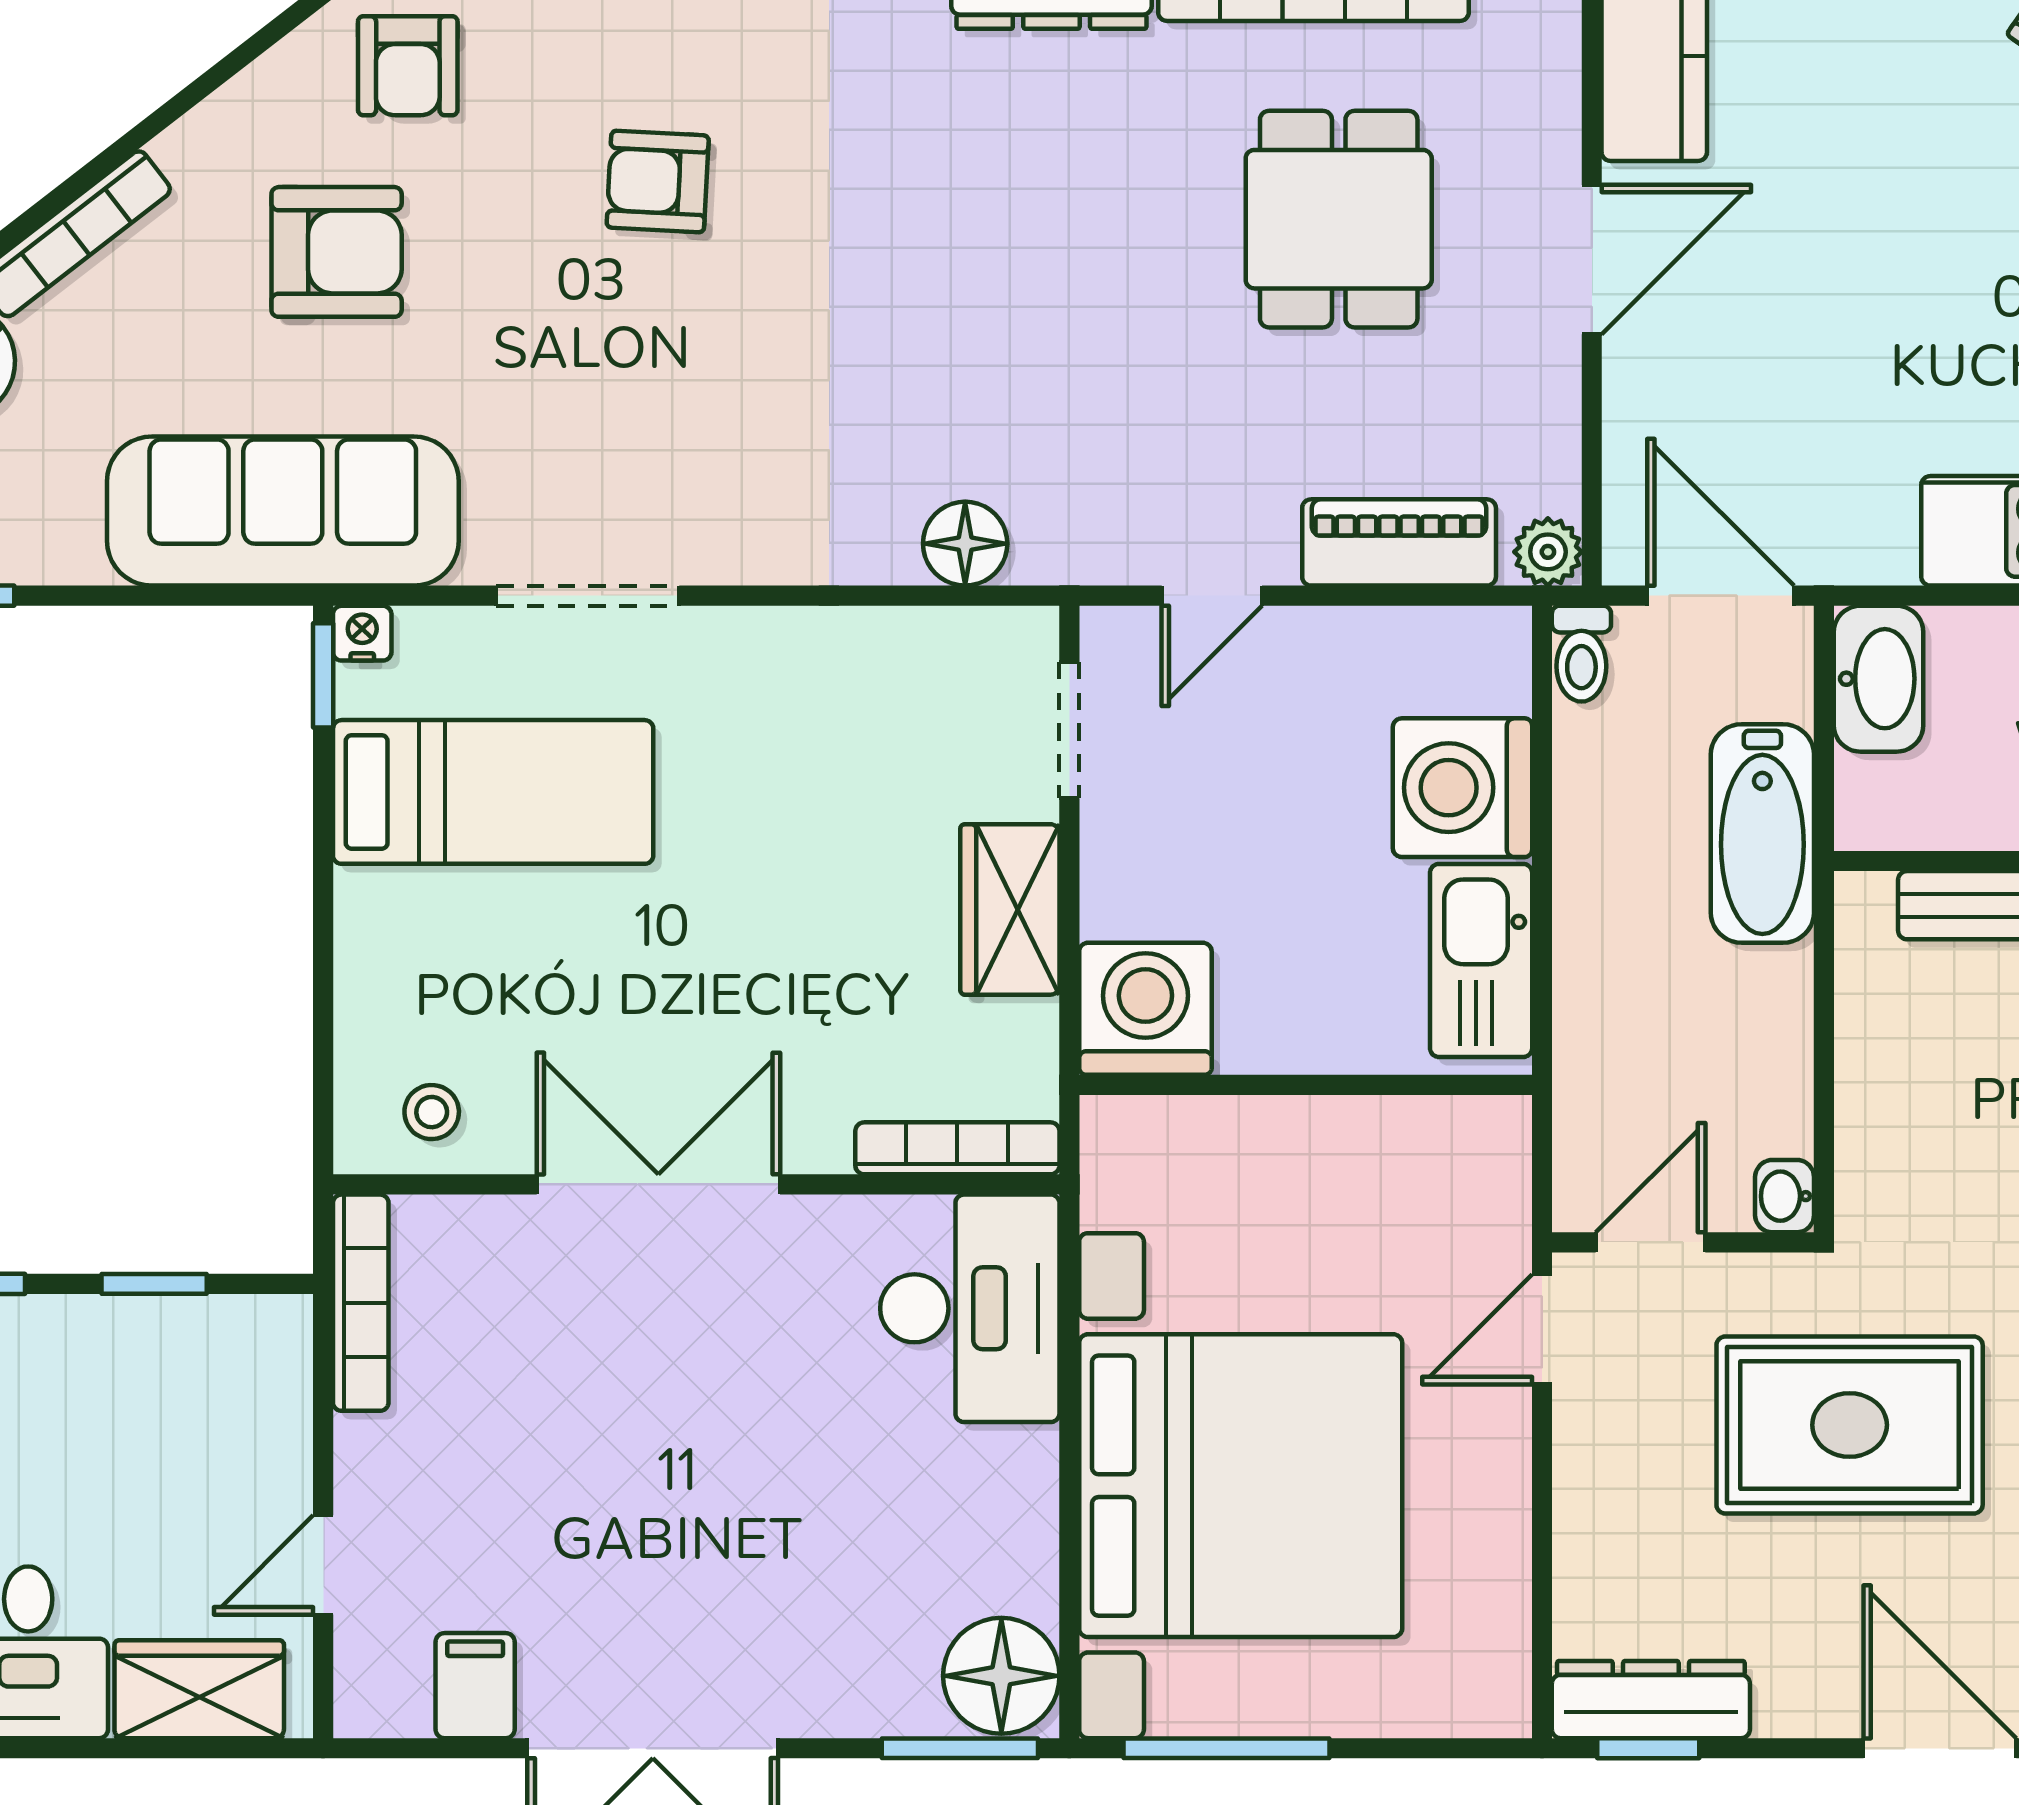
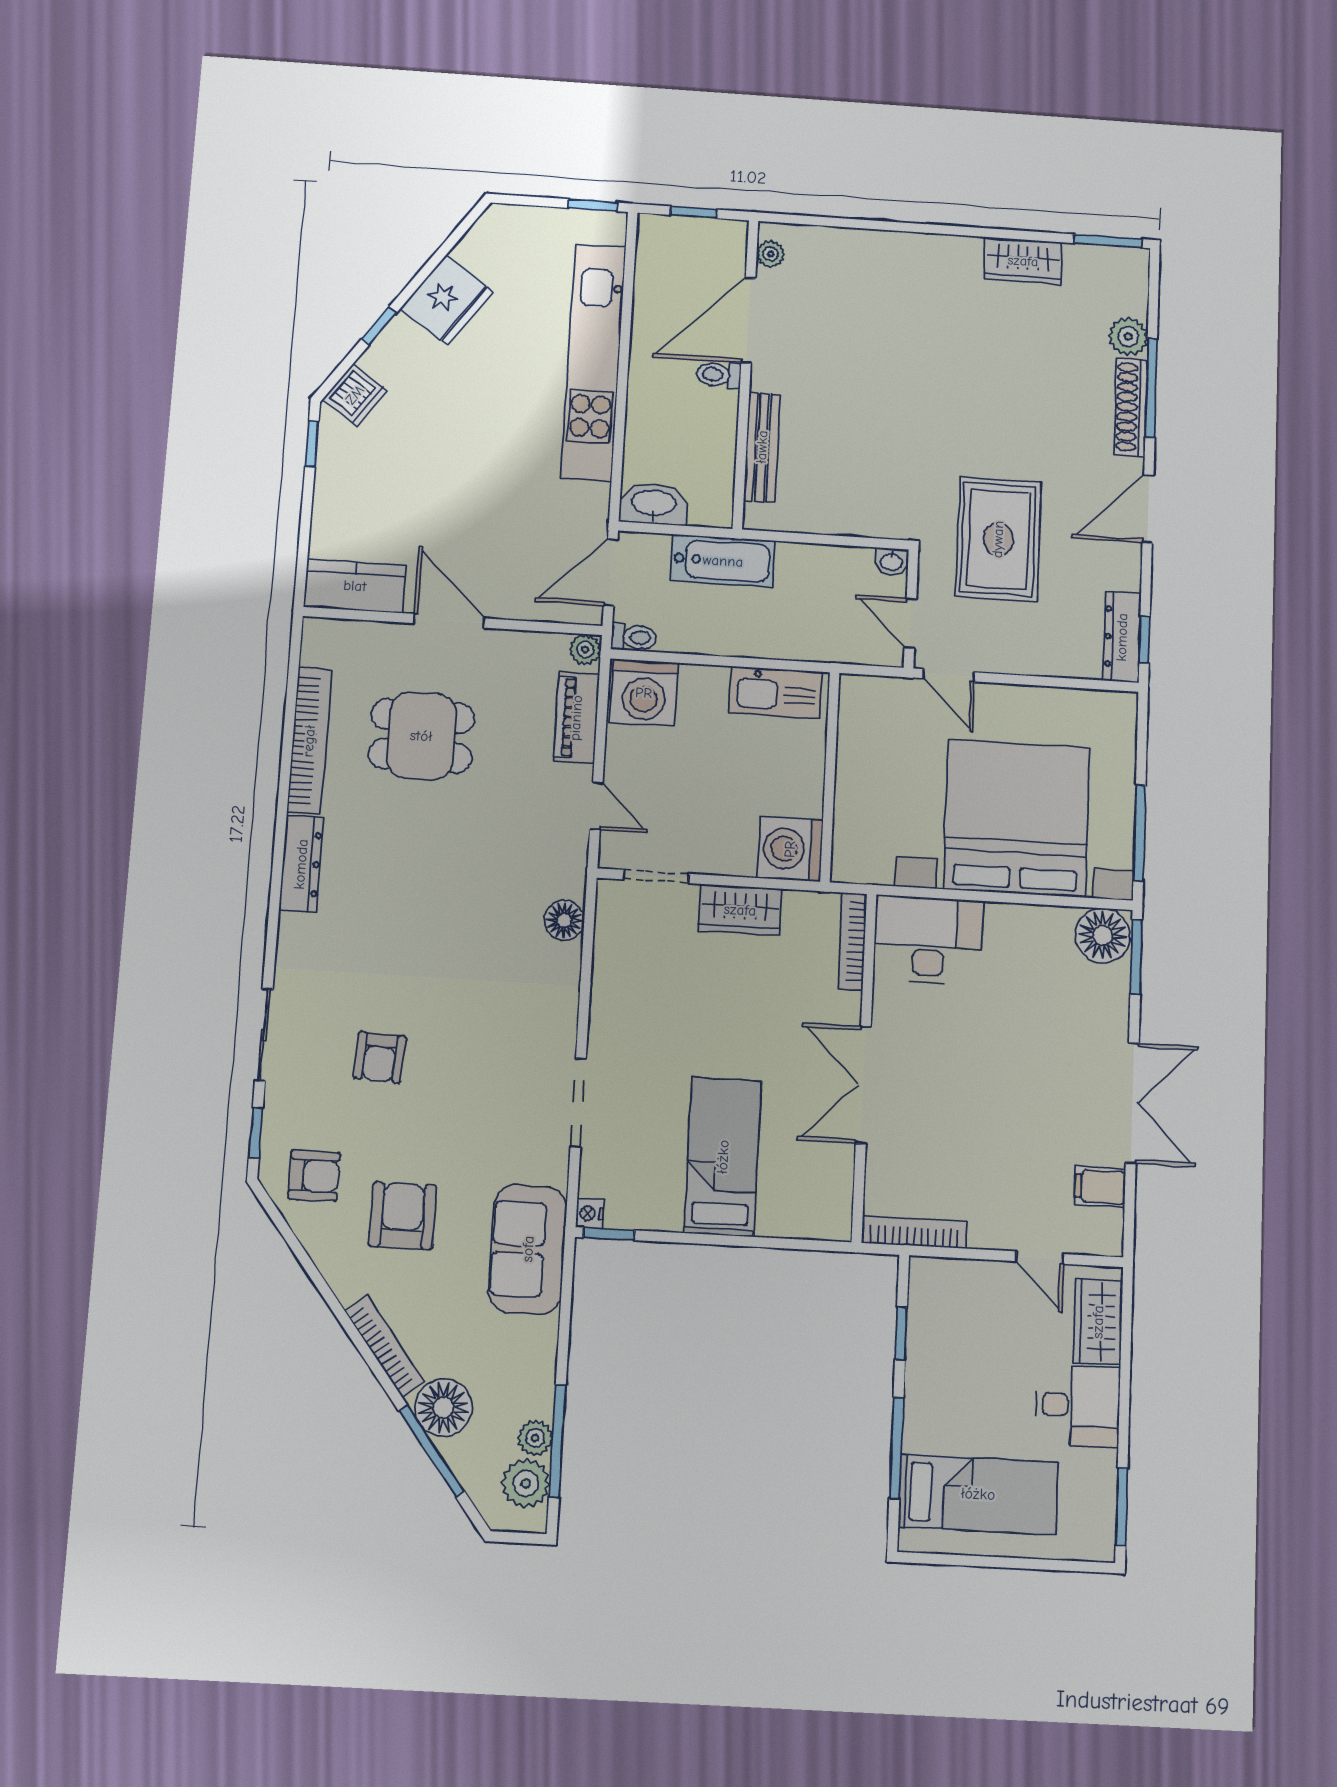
sofa: (283, 511) -> (528, 1249), width x0.73
washing machine: (1463, 788) -> (644, 693), moved
bed: (493, 792) -> (723, 1157), moved
stool: (432, 1112) -> (824, 1192), removed

